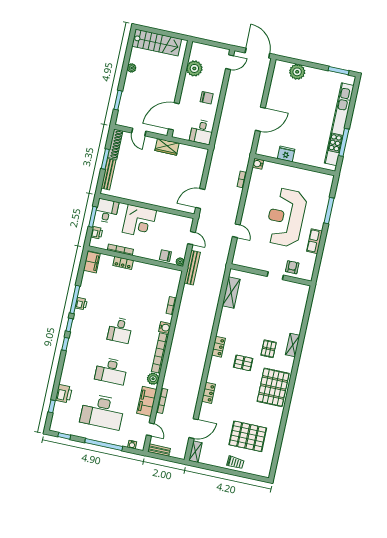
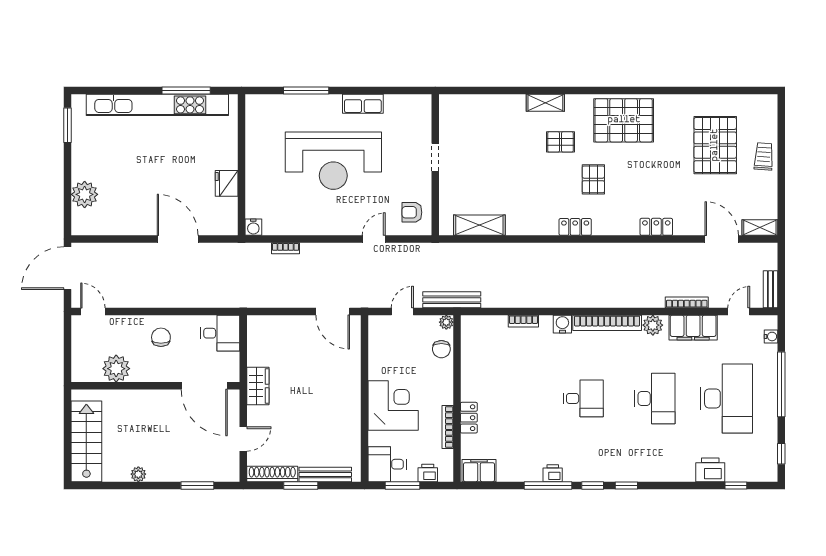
armchair: (292, 267) -> (412, 212), moved

